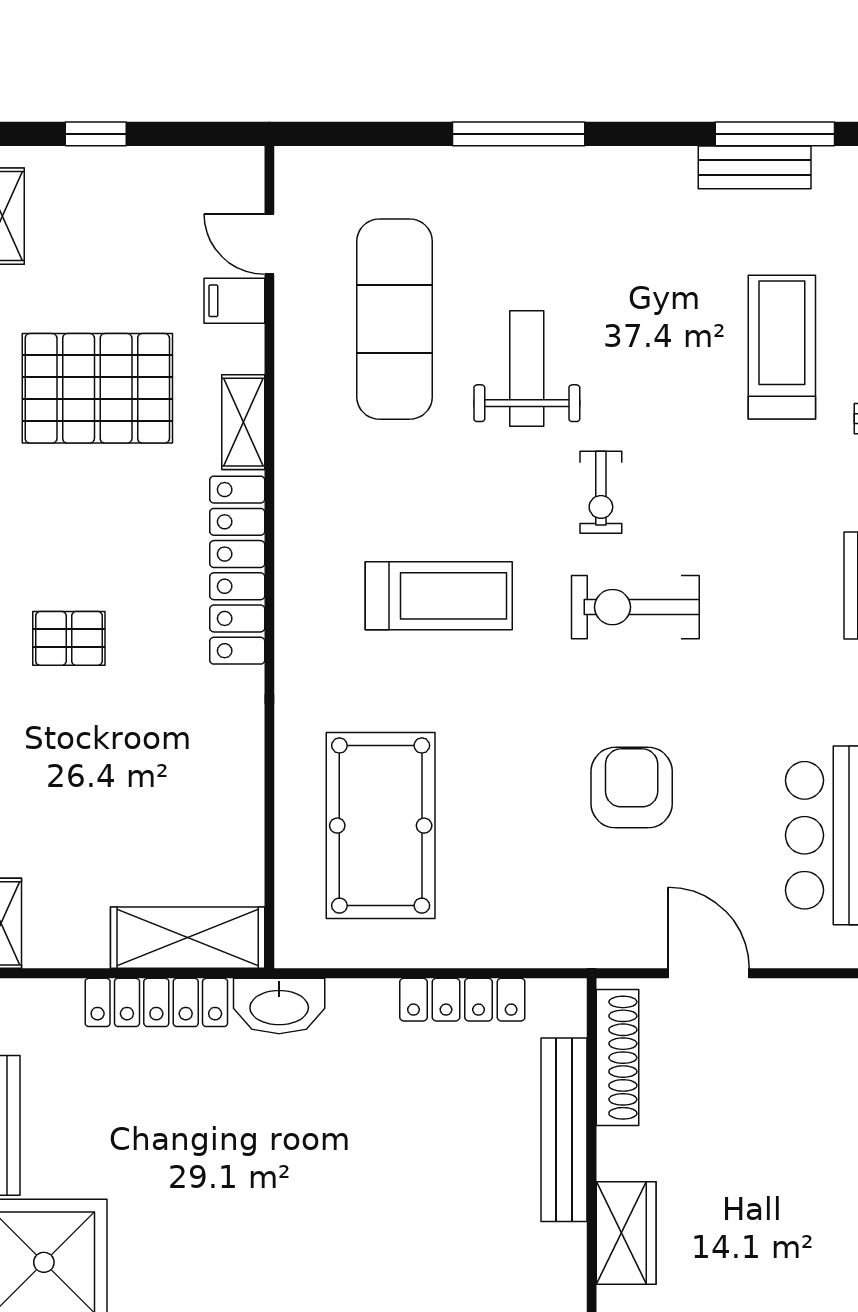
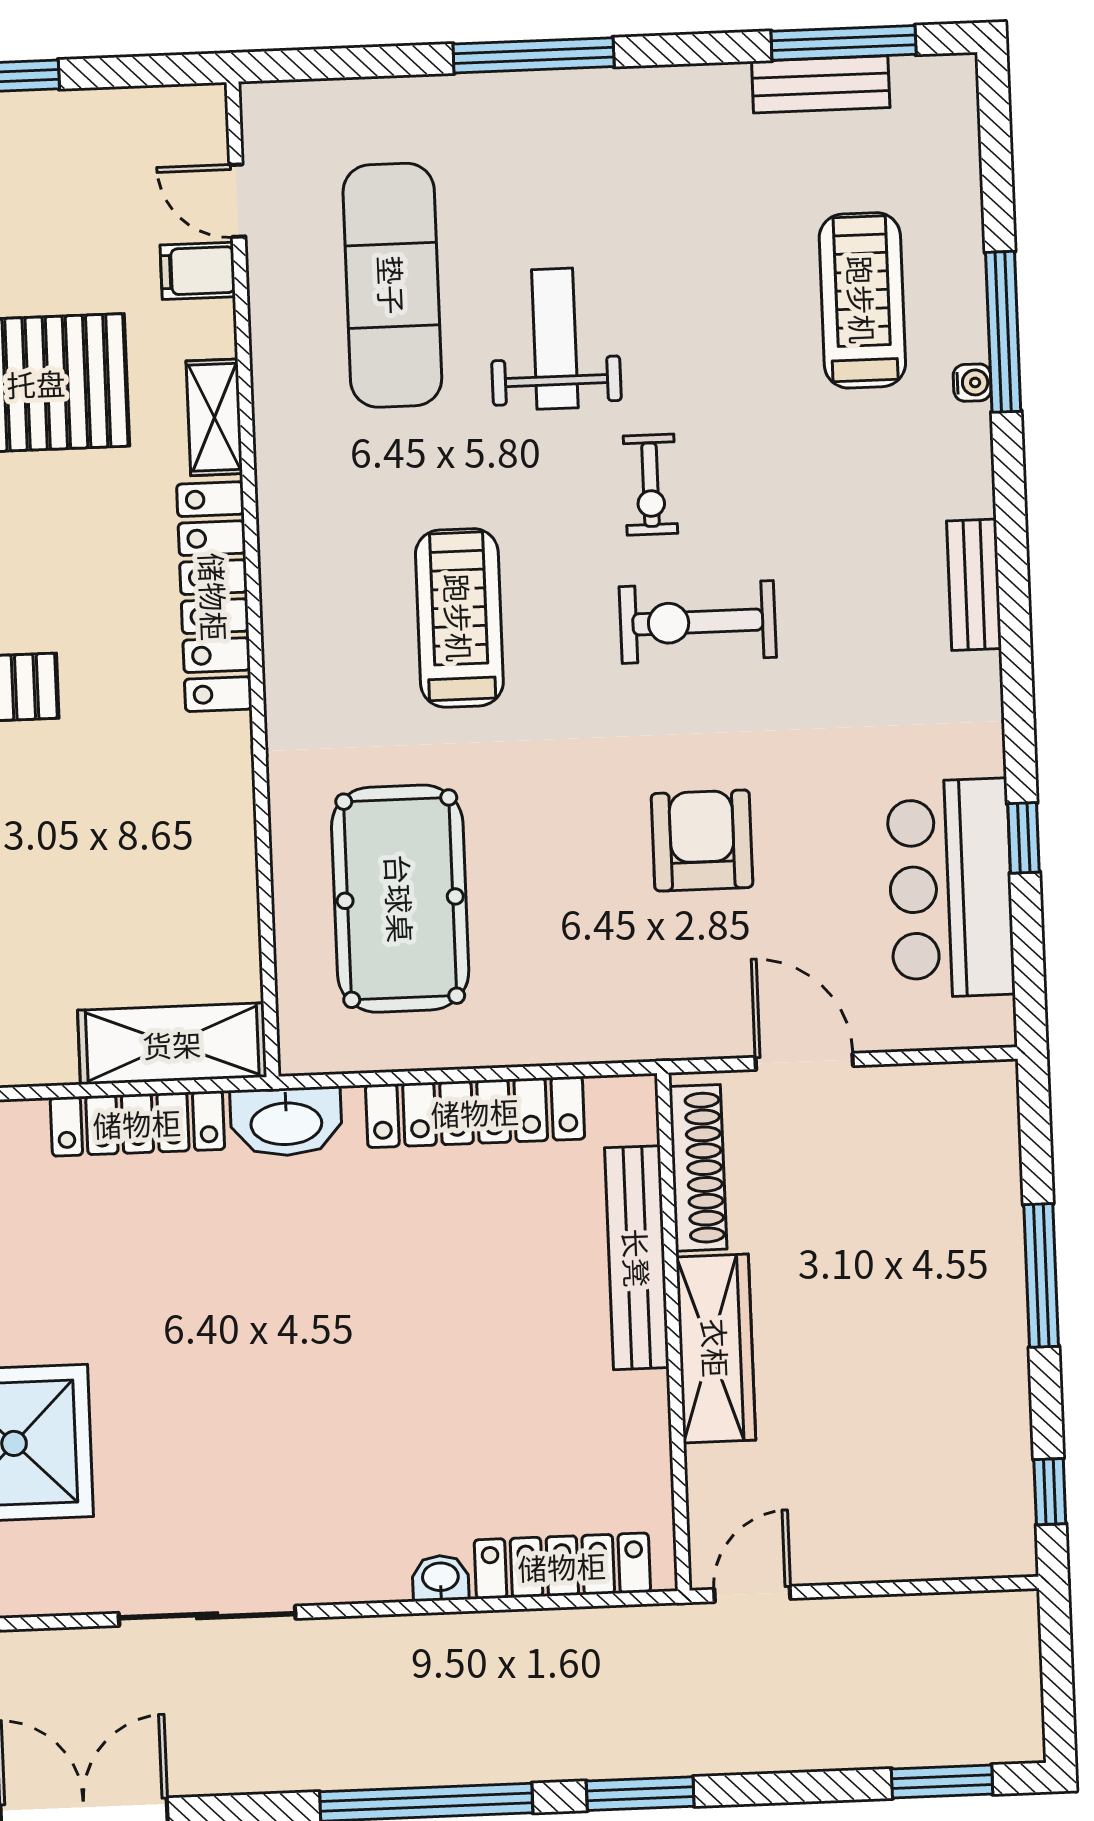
treadmill: (439, 596) -> (459, 618), turned -90
locker: (462, 1000) -> (475, 1112), width x1.41, depth x1.21
wardrobe: (626, 1233) -> (716, 1348), width x1.50

